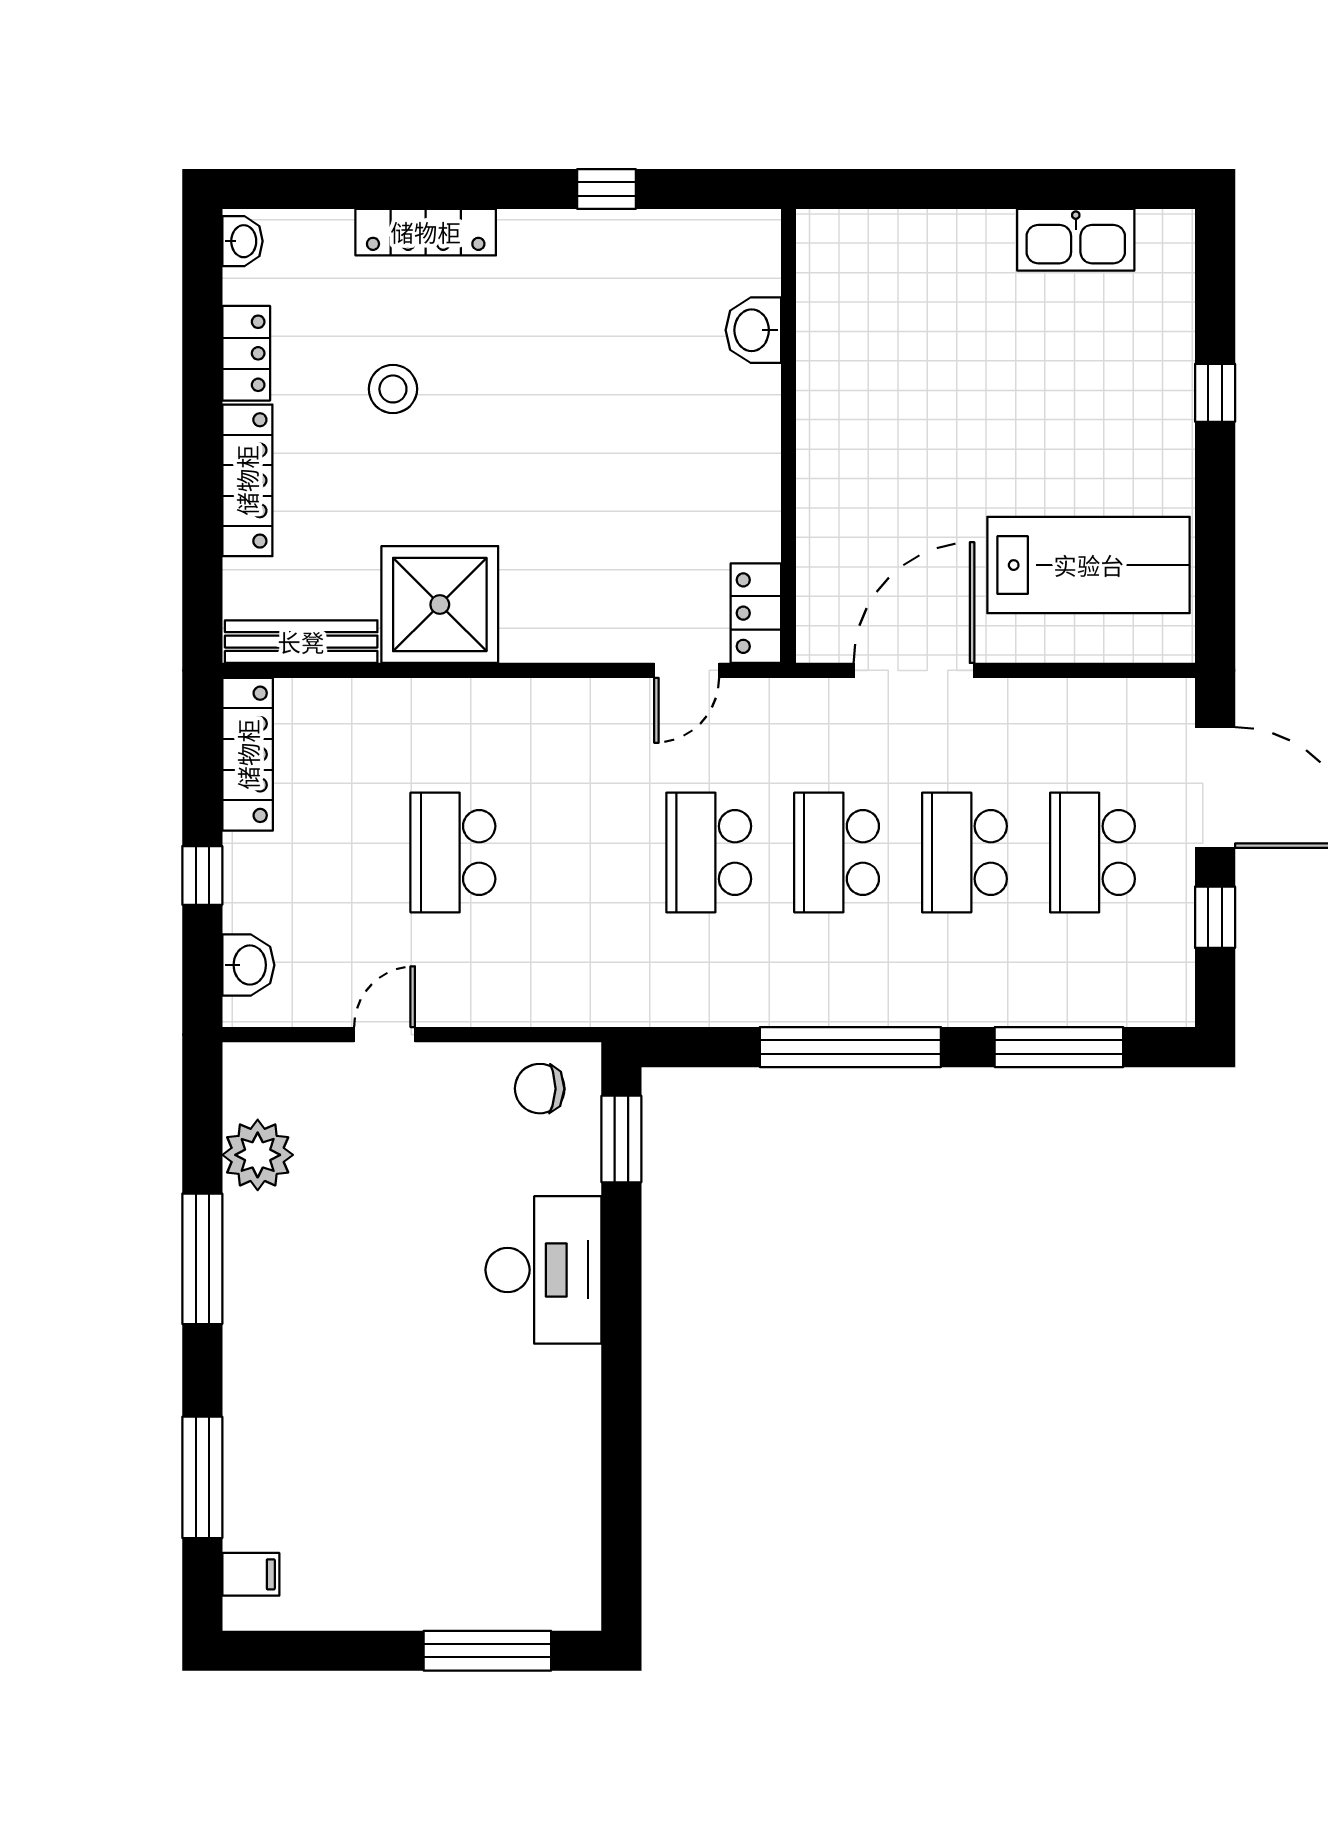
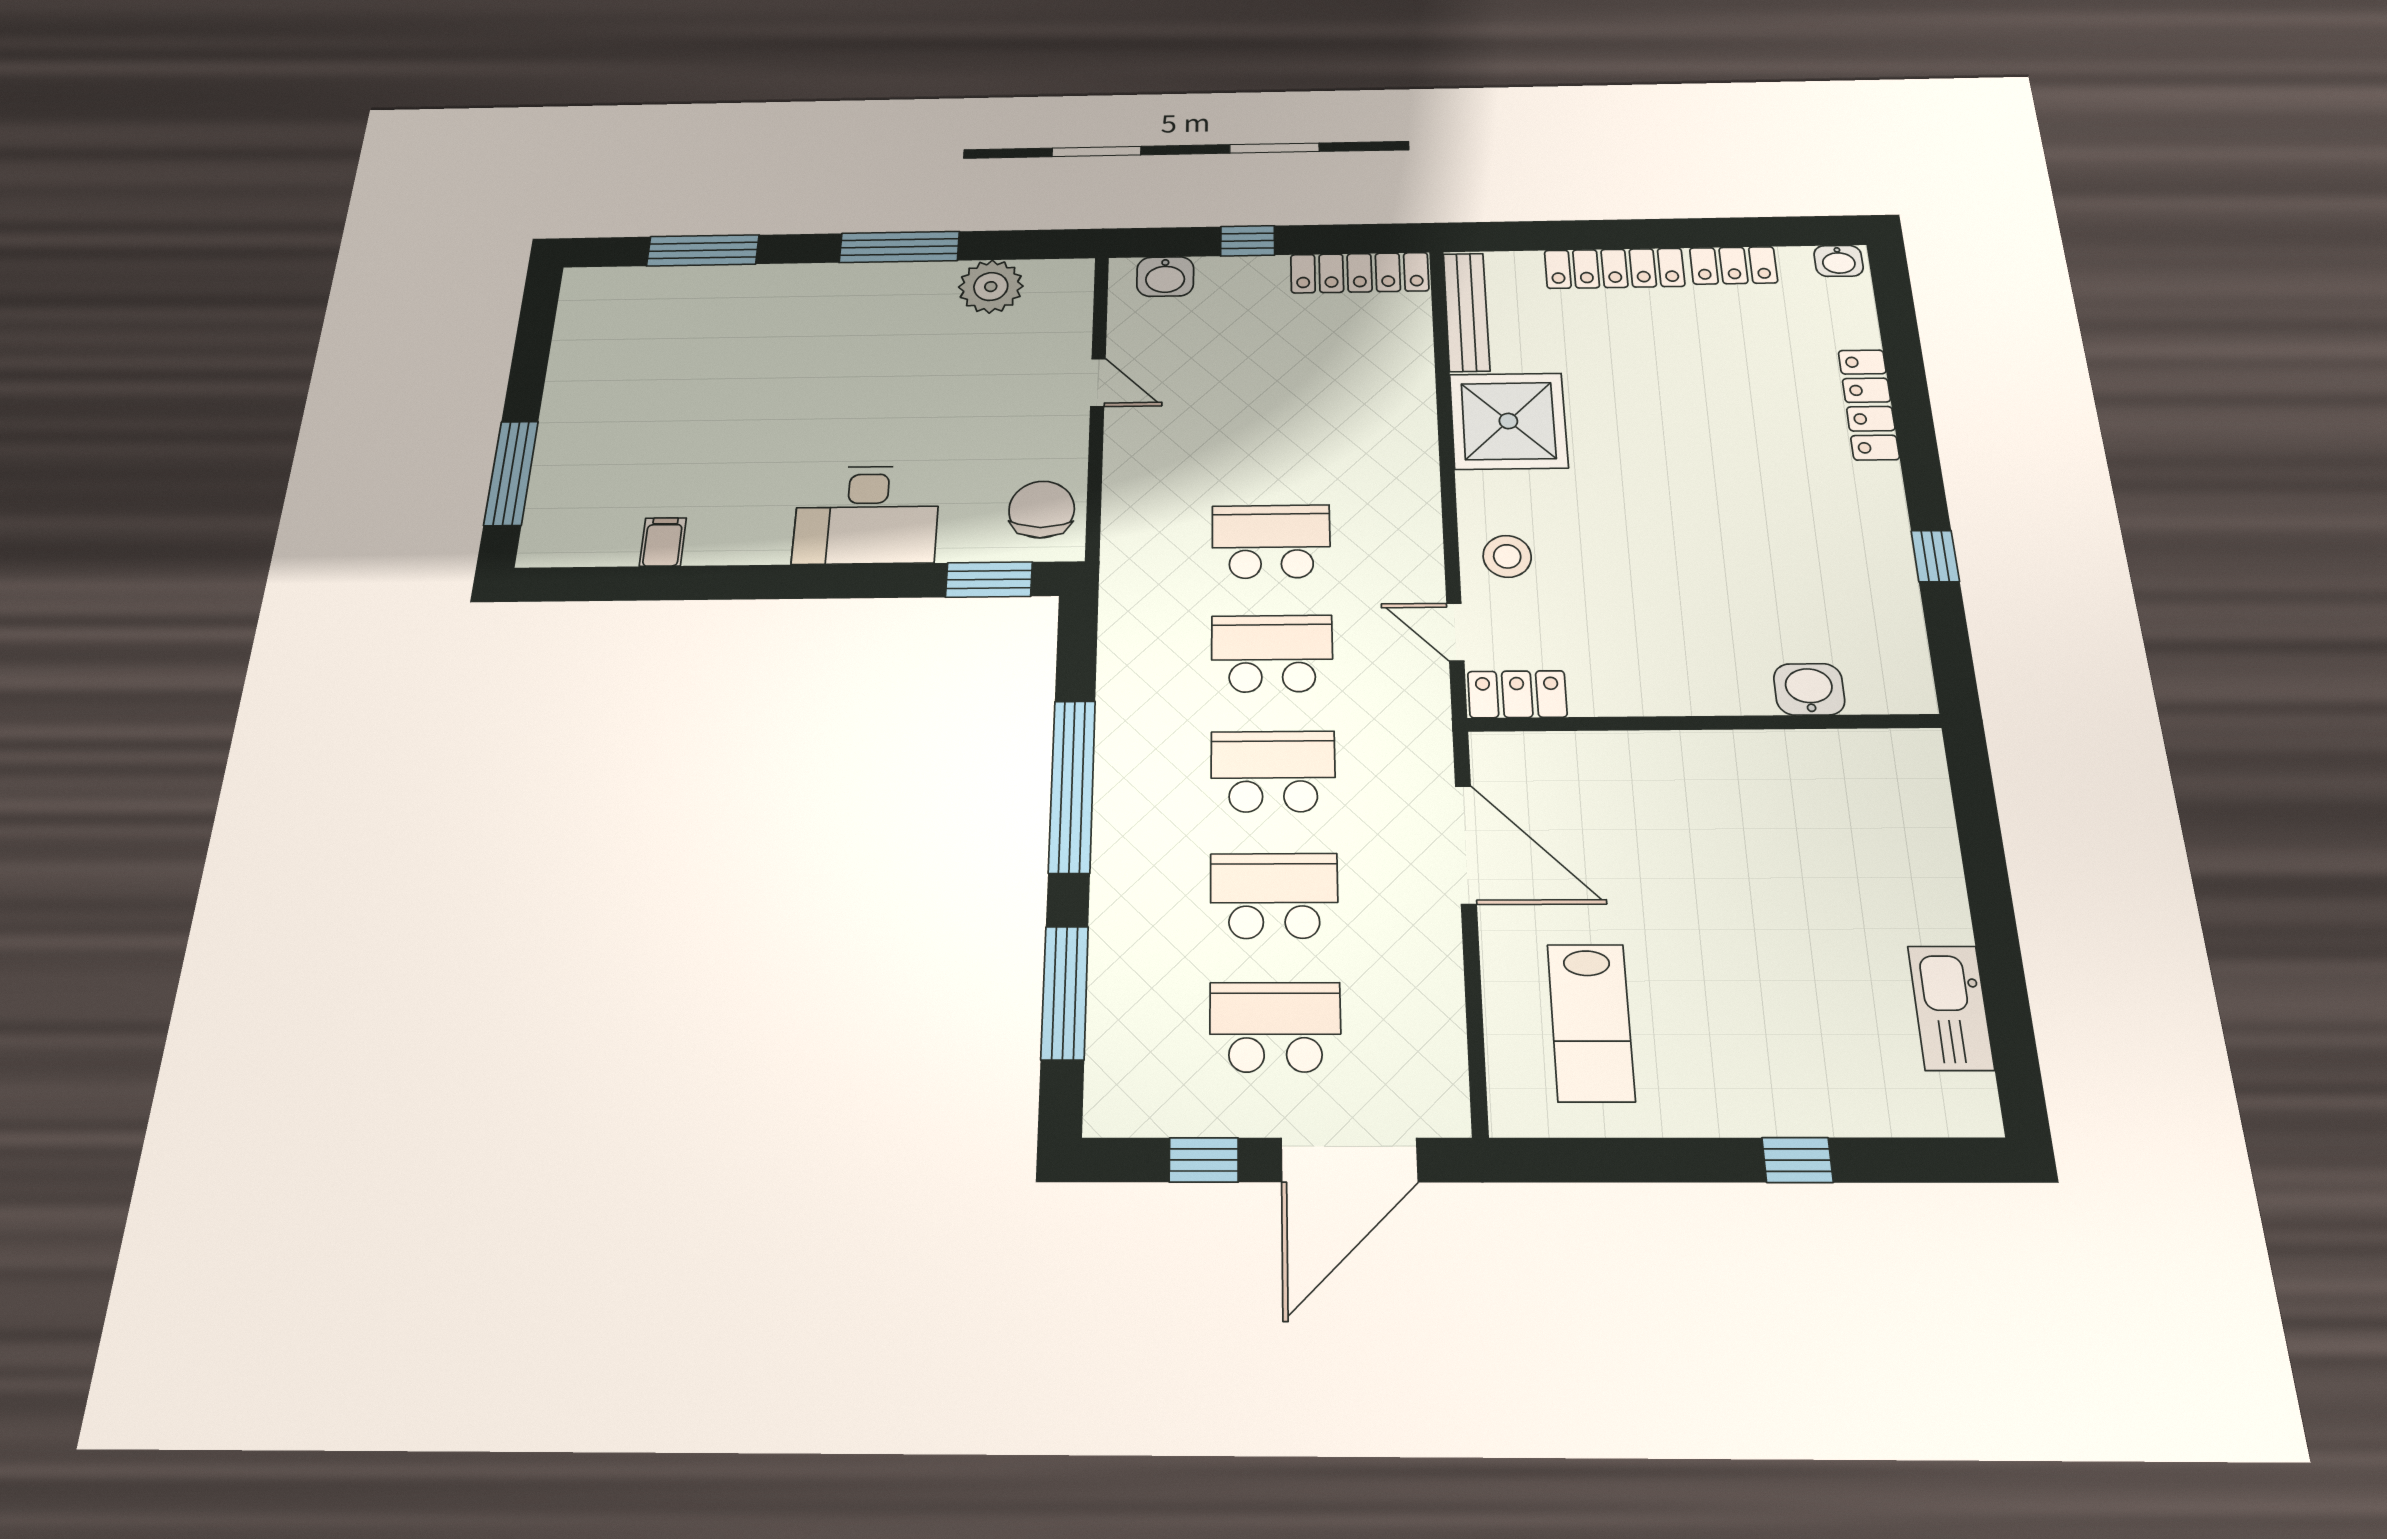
stool: (393, 389) -> (1507, 556), moved
lab bench: (1089, 565) -> (1591, 1022), width x0.73, depth x0.72
school desk: (453, 853) -> (1271, 541), moved
chair: (540, 1089) -> (1042, 509), width x1.37, depth x1.37
filing cabinet: (251, 1574) -> (663, 542), moved, turned 180

